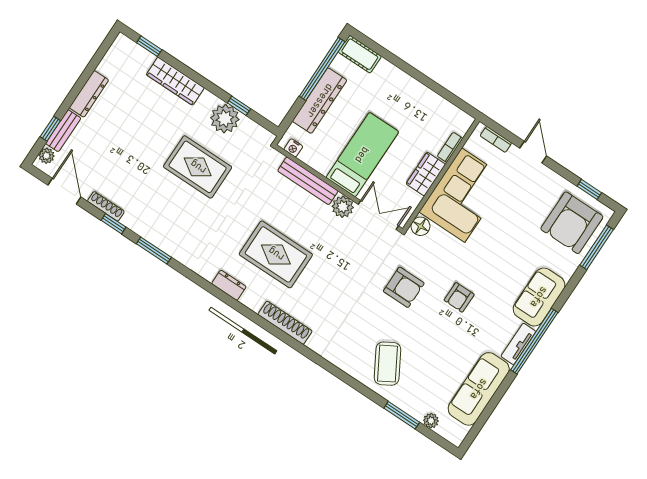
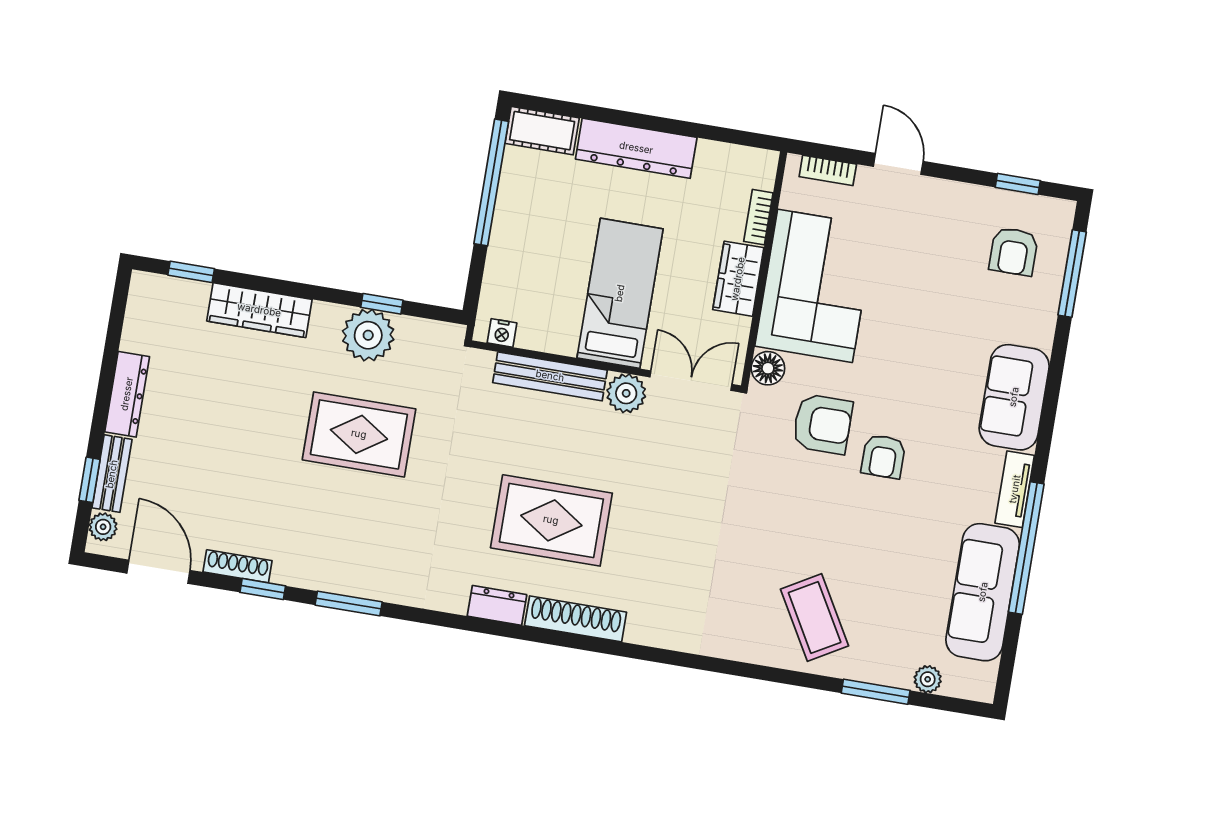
dresser: (320, 101) -> (636, 148), moved, turned 90
armchair: (572, 223) -> (1014, 251), width x0.53, depth x0.53
armchair: (404, 287) -> (822, 424), moved
shoe rack: (285, 323) -> (576, 619), moved
window: (534, 341) -> (1026, 548), moved

